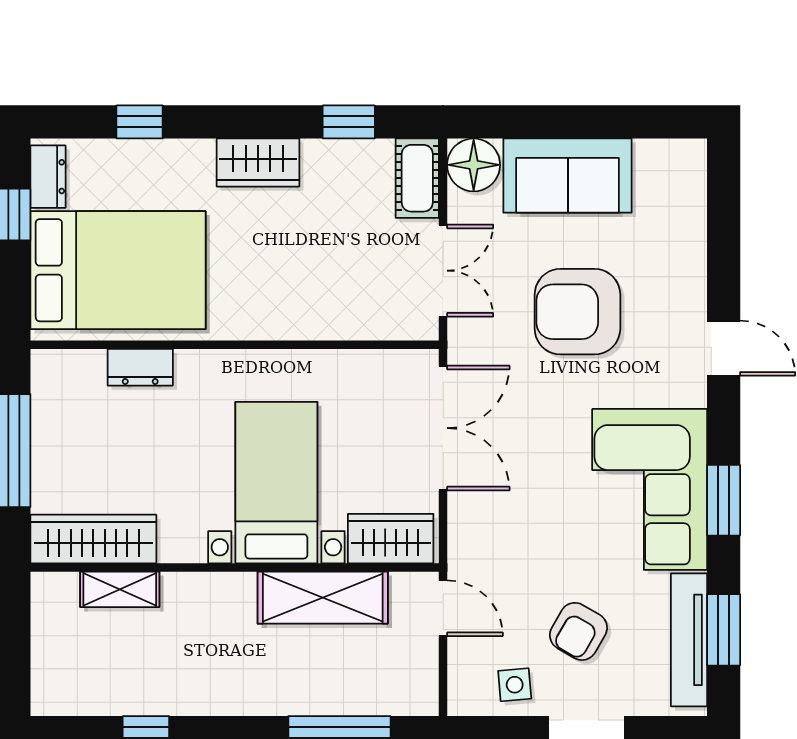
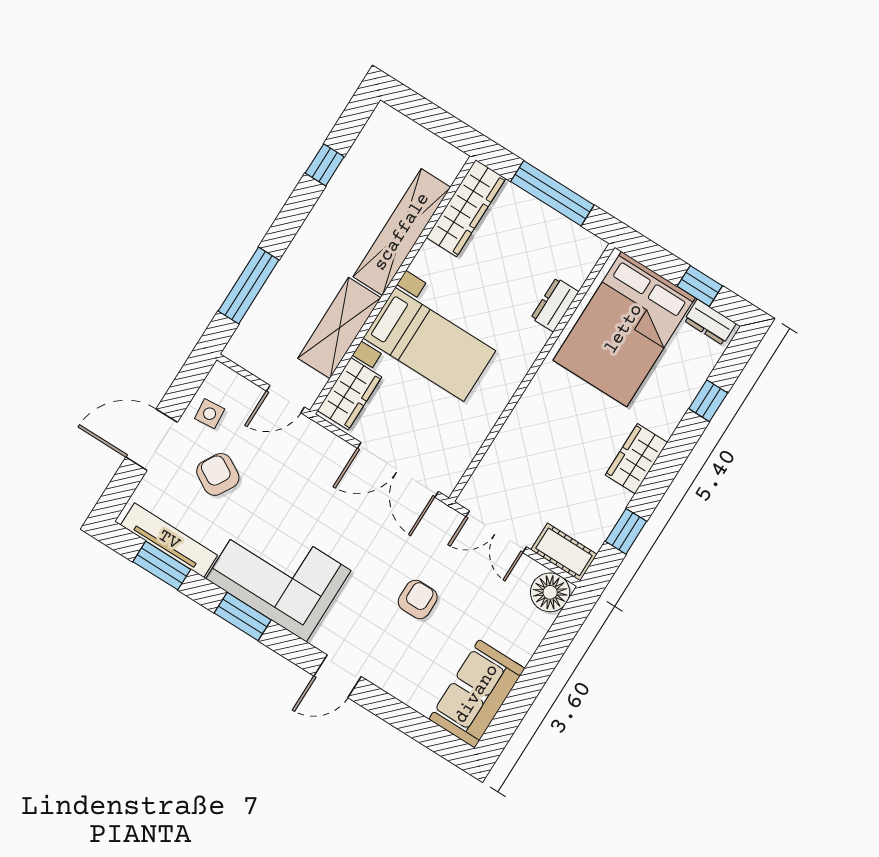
sofa: (568, 176) -> (477, 694), moved
armchair: (577, 312) -> (418, 599), width x0.53, depth x0.53
shelving: (120, 589) -> (402, 232), width x2.20, depth x1.33

